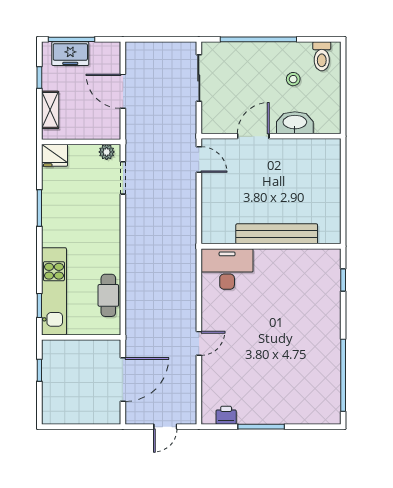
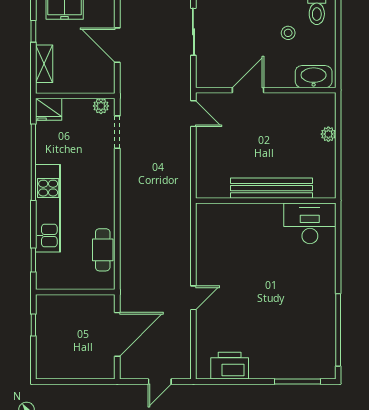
washbasin: (295, 123) -> (314, 77), moved
plant: (333, 180) -> (328, 134), added
window: (39, 208) -> (33, 162), width x2.11
desk: (227, 269) -> (310, 223), moved
window: (343, 280) -> (338, 234), removed
kitchen unit: (54, 291) -> (48, 208), moved
printer: (226, 415) -> (230, 366), width x1.87, depth x1.48
window: (261, 427) -> (297, 382), moved

